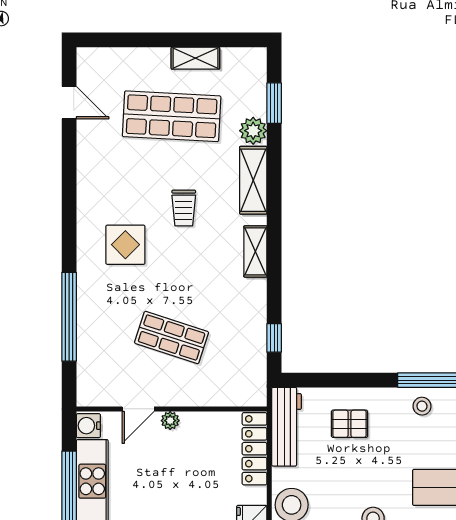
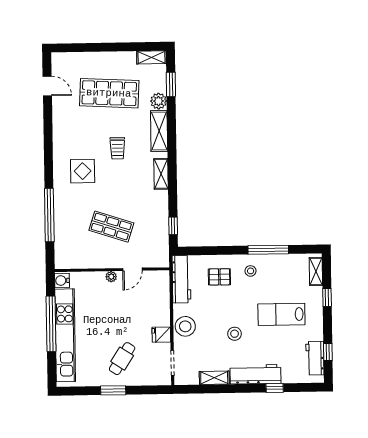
shelving: (195, 58) -> (151, 57), moved
stool: (422, 406) -> (251, 271), moved
door: (138, 409) -> (132, 269), moved
locker: (255, 449) -> (162, 293), removed

